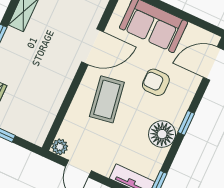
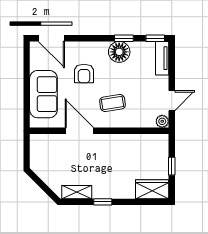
coffee table: (107, 99) -> (112, 103), width x0.73, depth x0.77
window: (186, 123) -> (124, 38), moved

